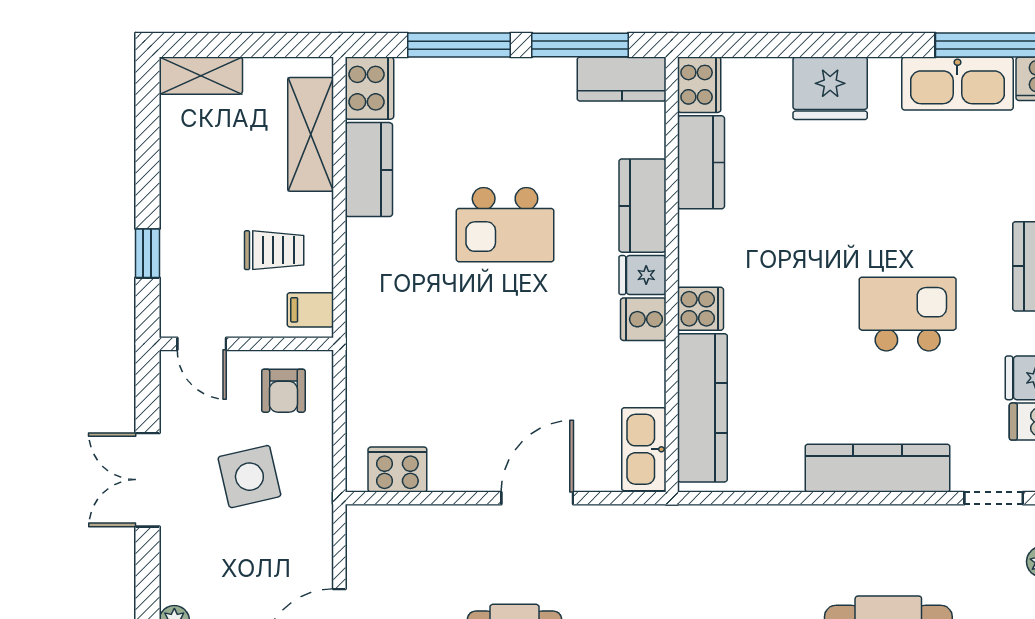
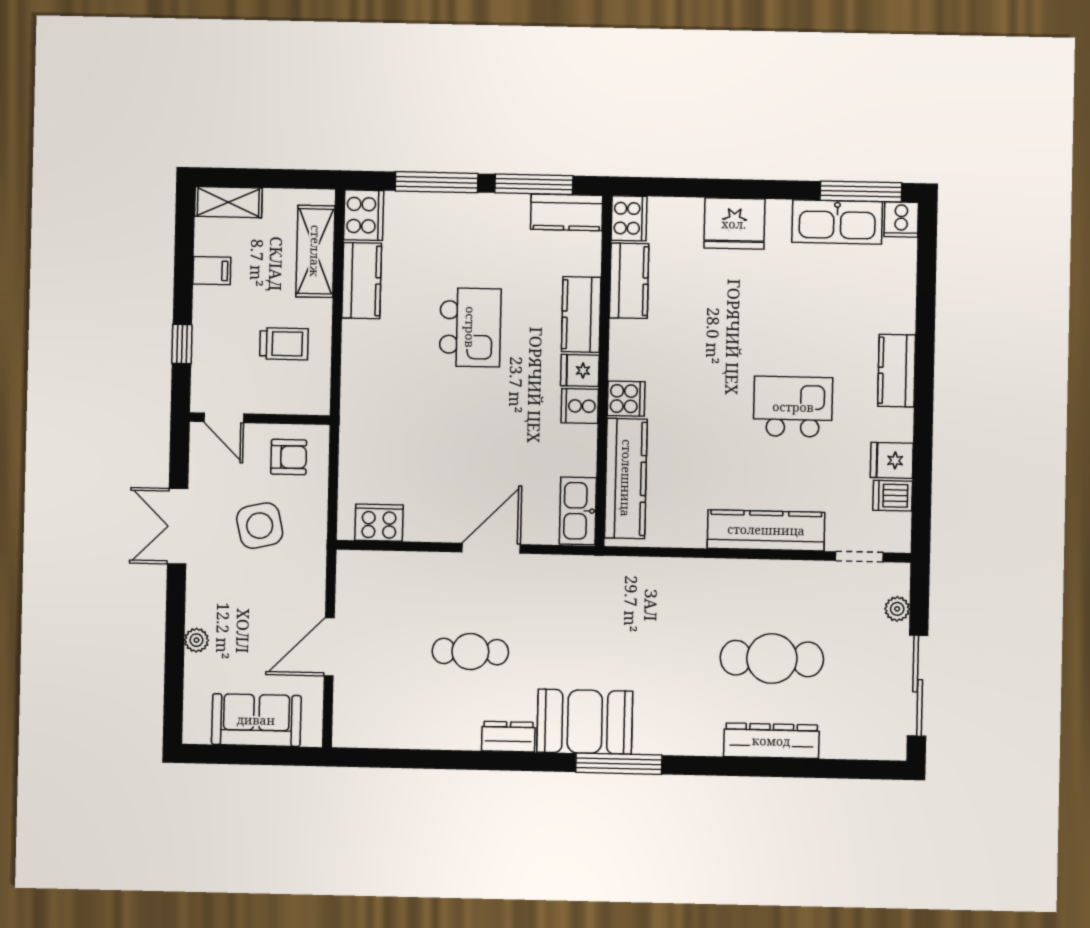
kitchen island: (505, 225) -> (470, 327), turned -90
filing cabinet: (310, 310) -> (212, 271), moved, turned 180
armchair: (283, 391) -> (289, 457), turned -90

